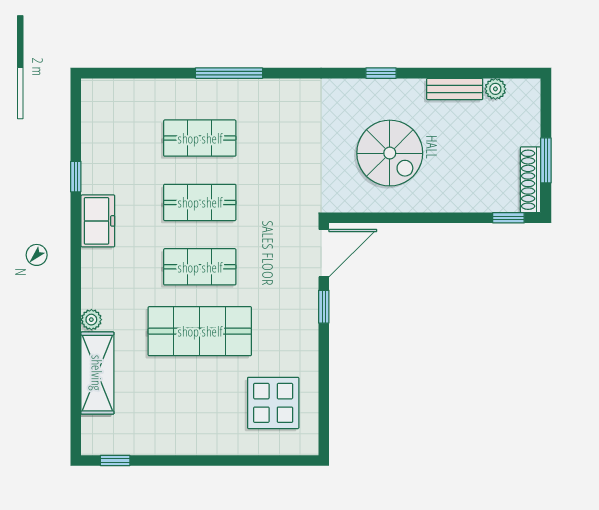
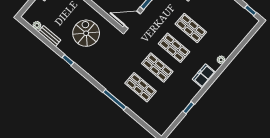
freezer: (98, 221) -> (204, 76), moved
shop shelf: (200, 331) -> (191, 28), width x0.70, depth x0.74
shelving: (97, 373) -> (233, 42), removed

